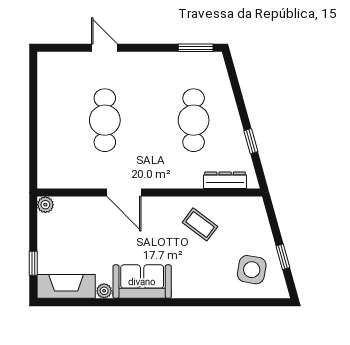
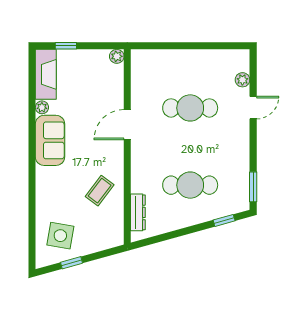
plant: (72, 60) -> (242, 80), added
window: (251, 141) -> (224, 220), moved

